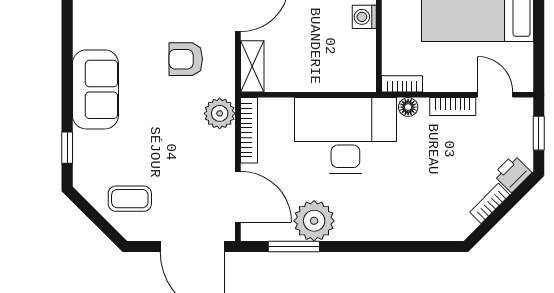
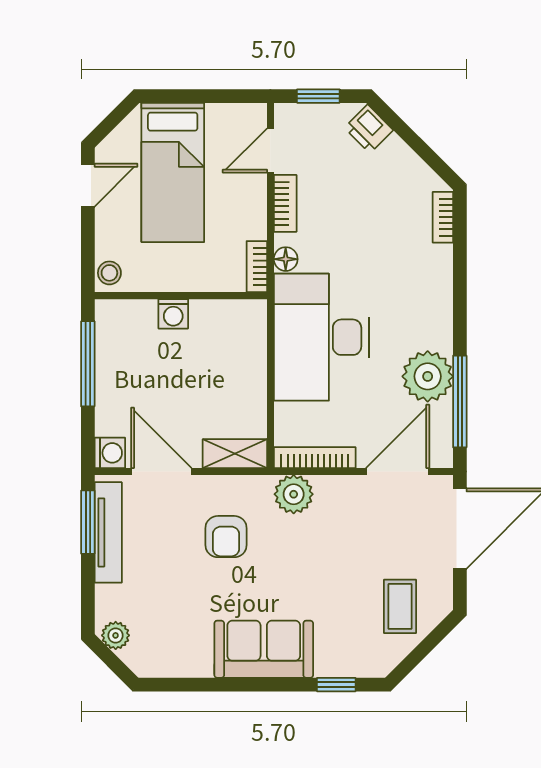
bookcase: (490, 203) -> (443, 217), moved, turned 45
window: (294, 247) -> (460, 402), width x1.44

